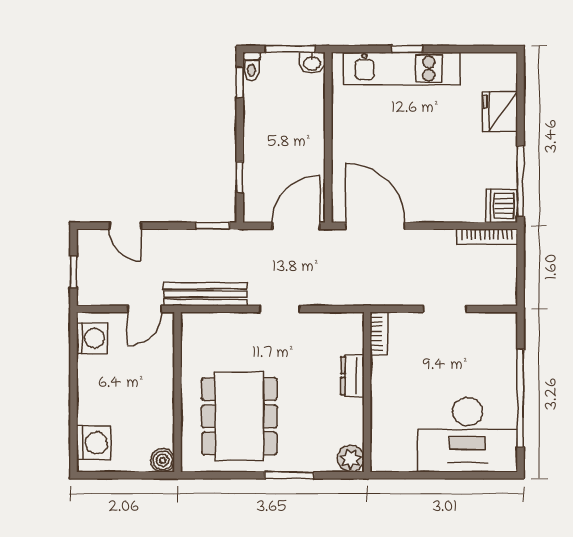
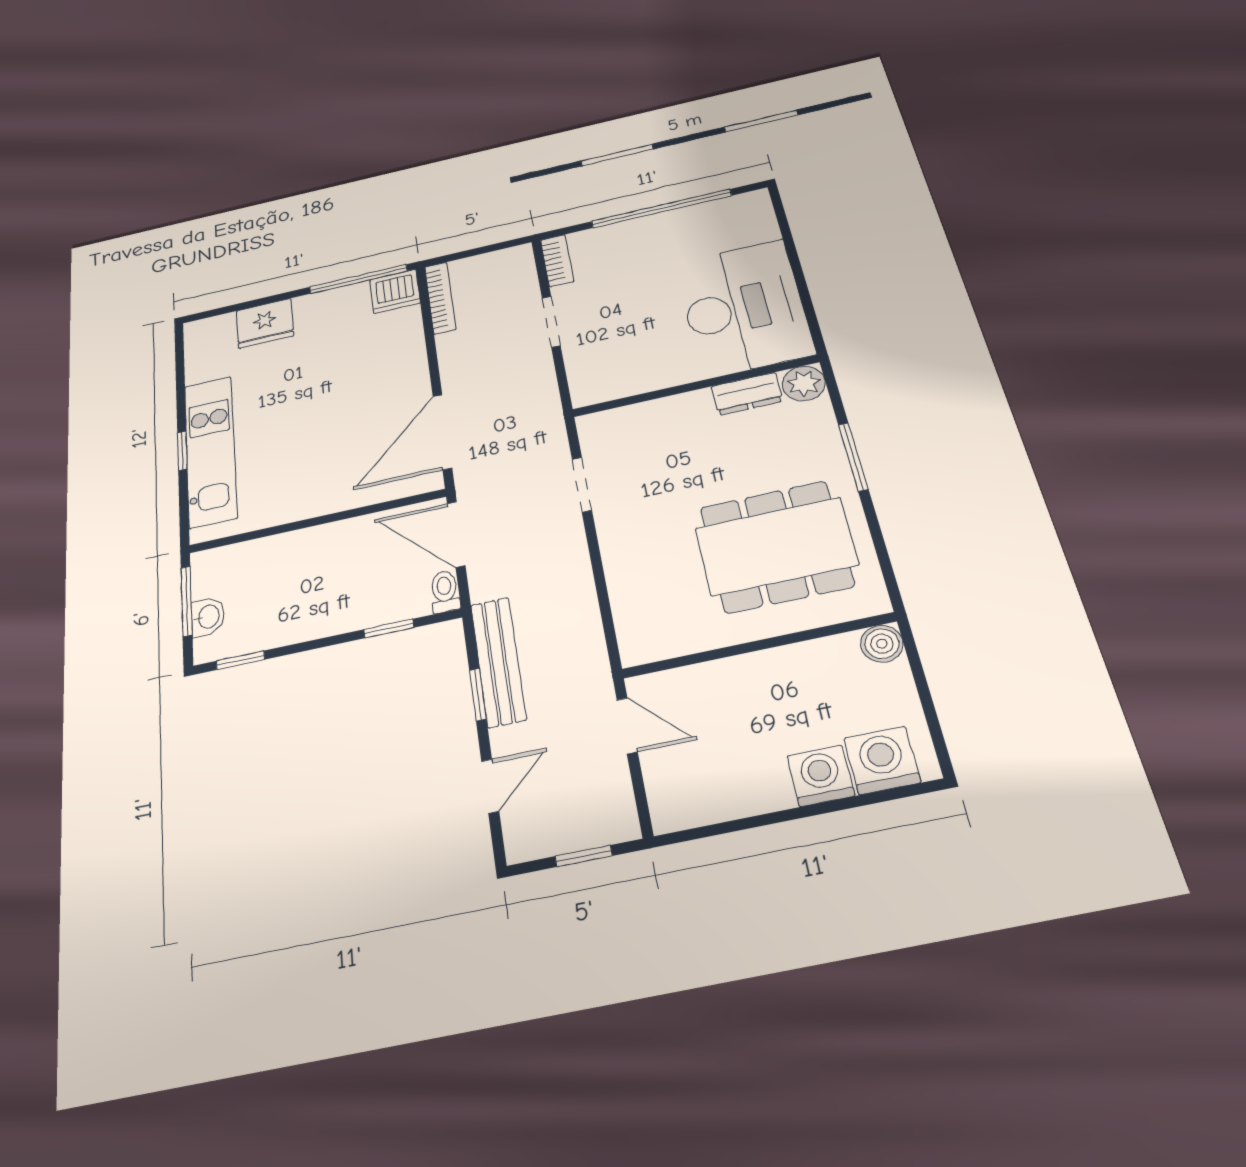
washbasin: (312, 63) -> (208, 617), moved
toilet: (252, 66) -> (445, 591), moved, turned -90
window: (213, 226) -> (478, 695), moved
bench: (205, 294) -> (498, 662), moved
doorway: (280, 309) -> (582, 485), moved
bookcase: (379, 334) -> (557, 261), moved, turned 90
washing machine: (92, 338) -> (821, 776), moved
dresser: (352, 376) -> (747, 394), moved
desk: (468, 435) -> (744, 308), moved

